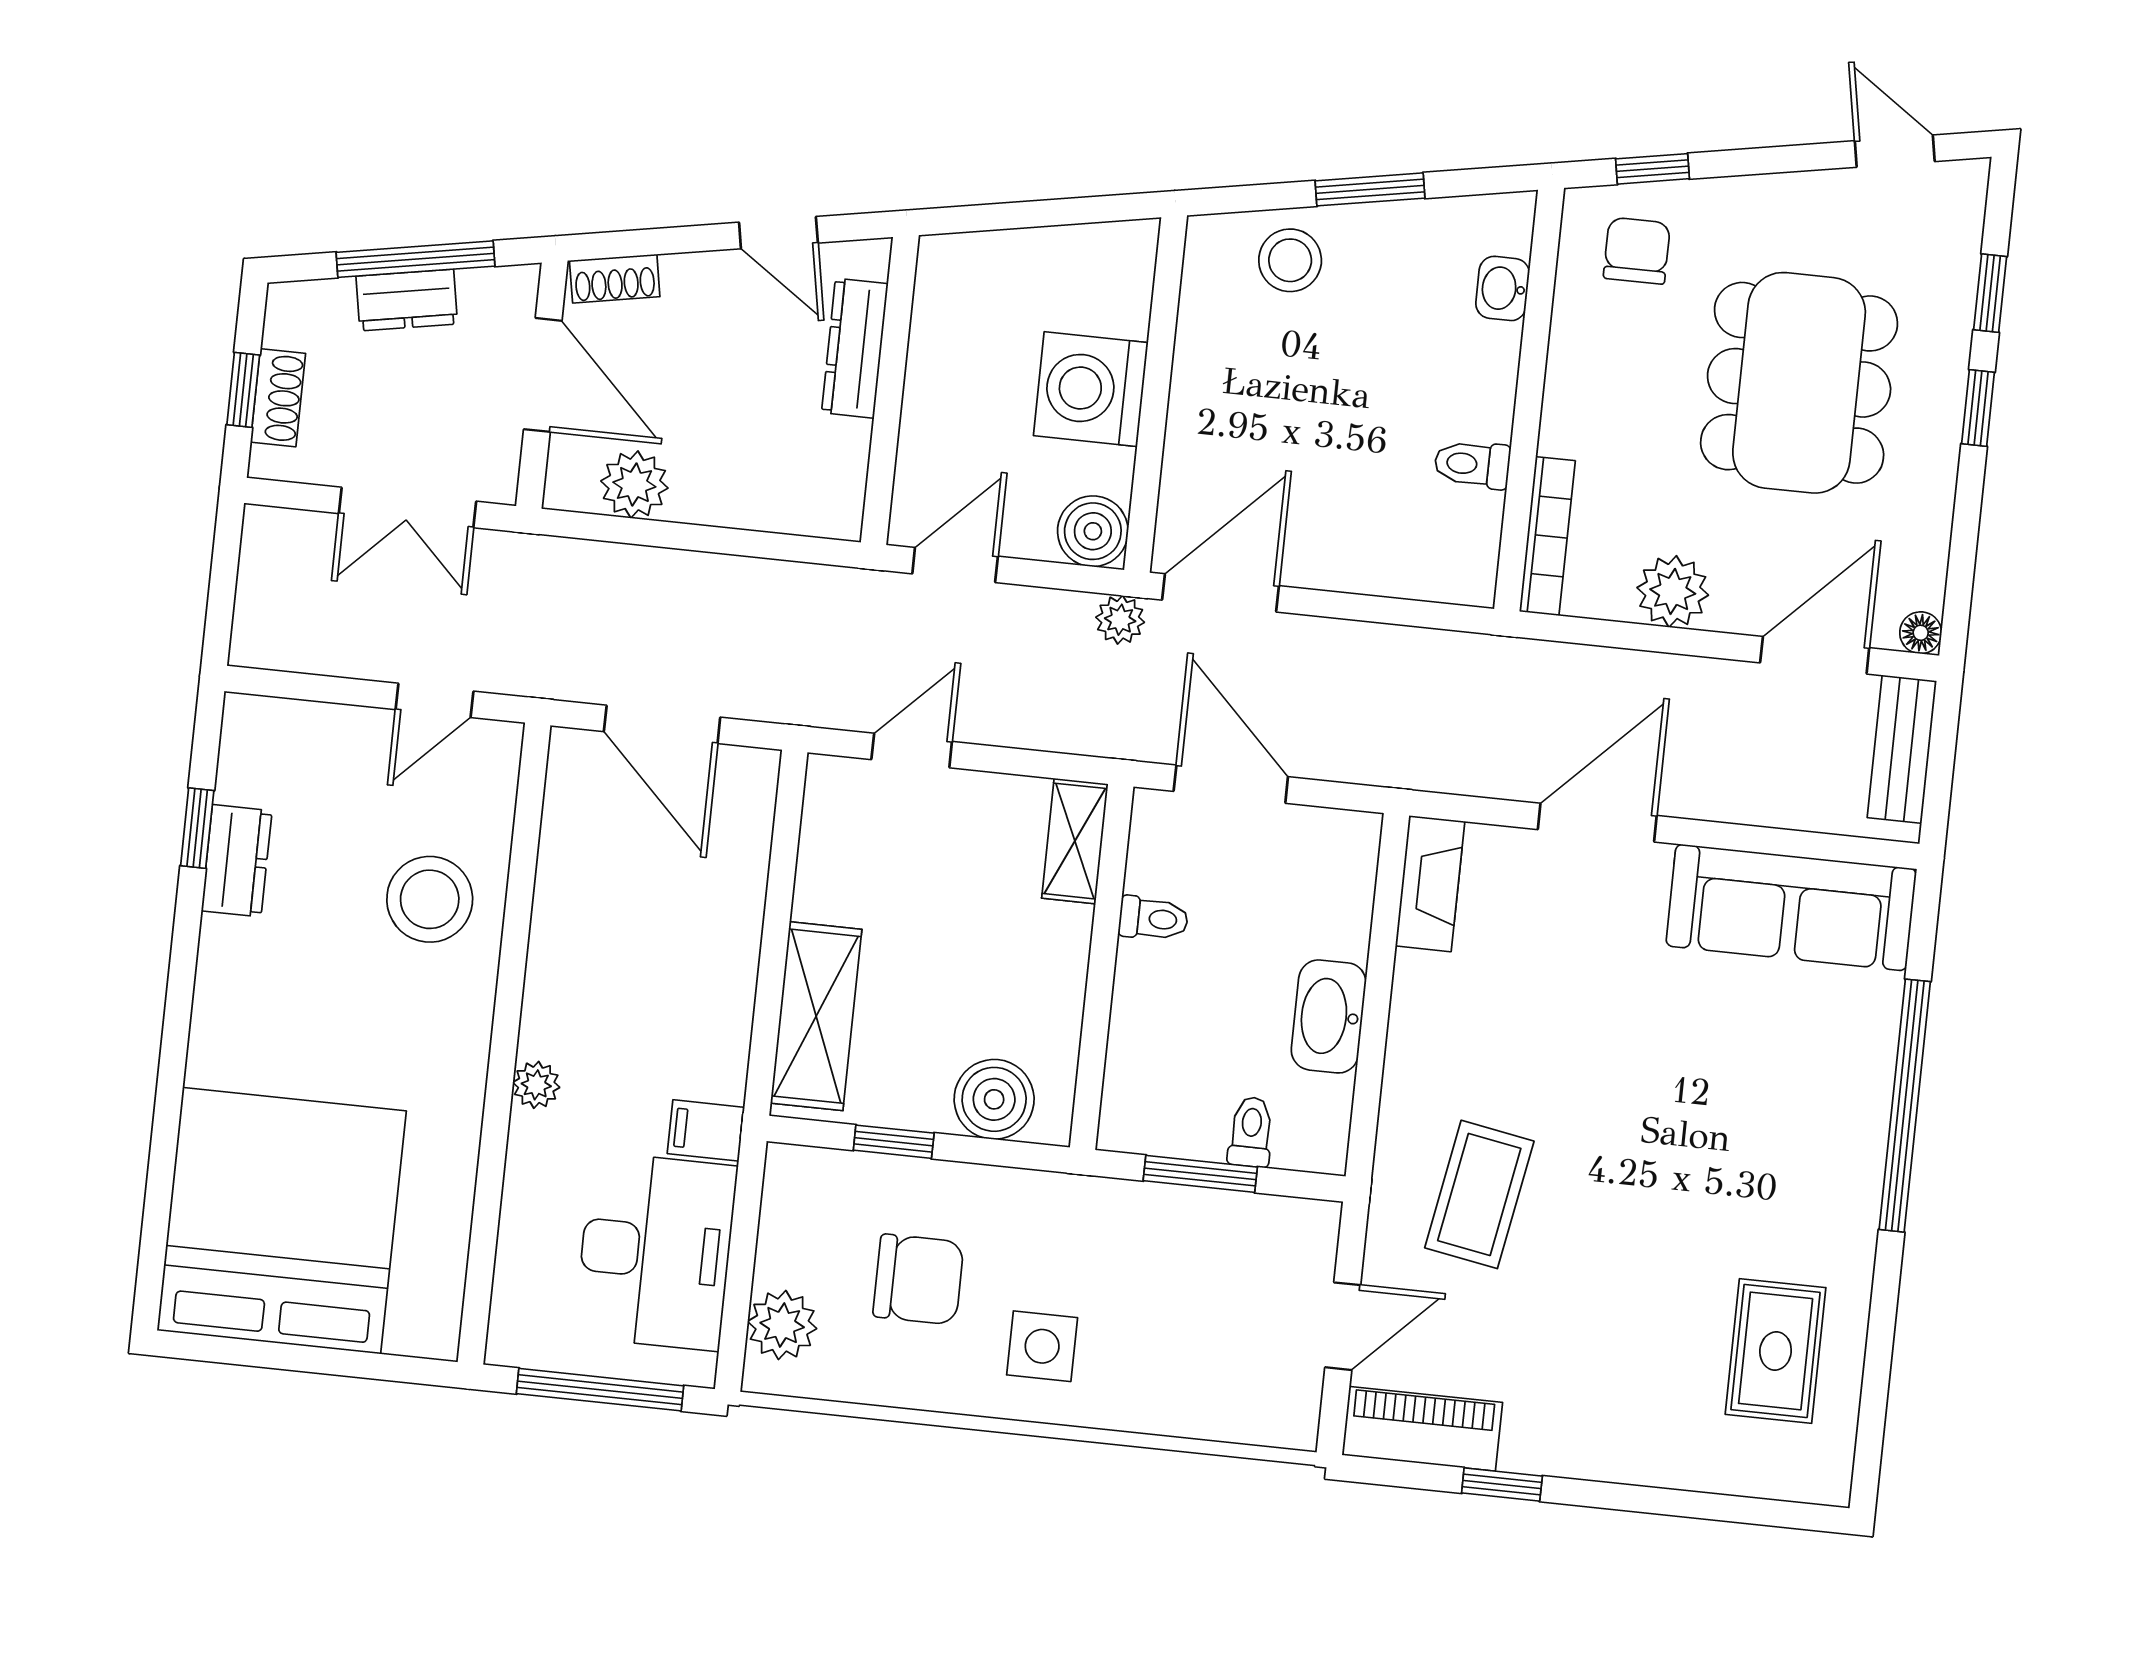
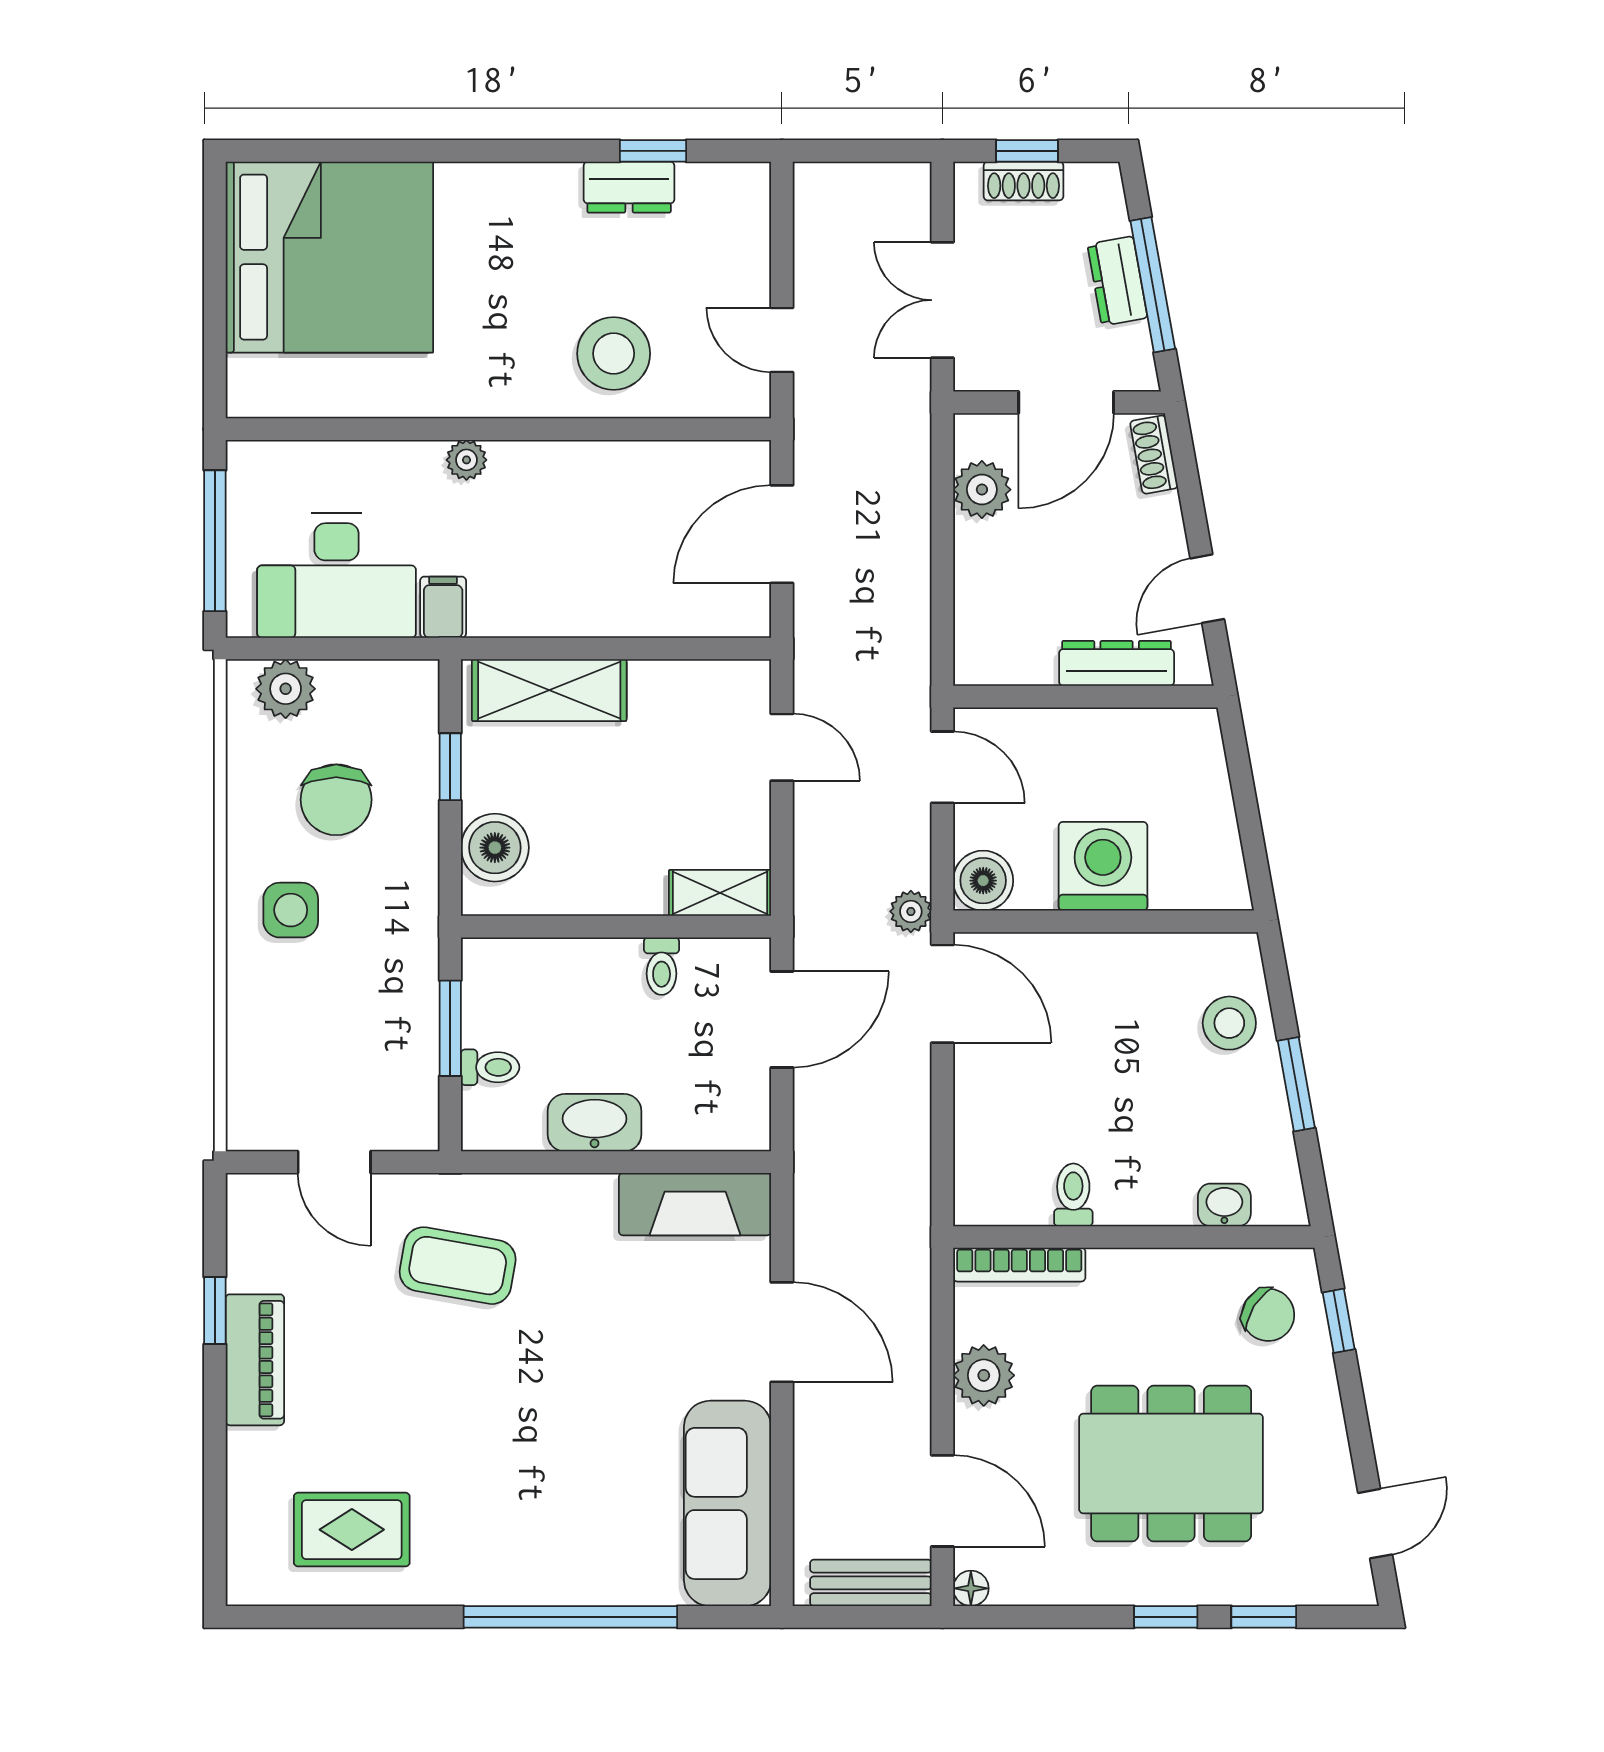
chair: (1637, 251) -> (1268, 1315), turned 32
fireplace: (1430, 884) -> (695, 1204), width x1.37, depth x1.32
piano: (1422, 1429) -> (255, 1360), moved

